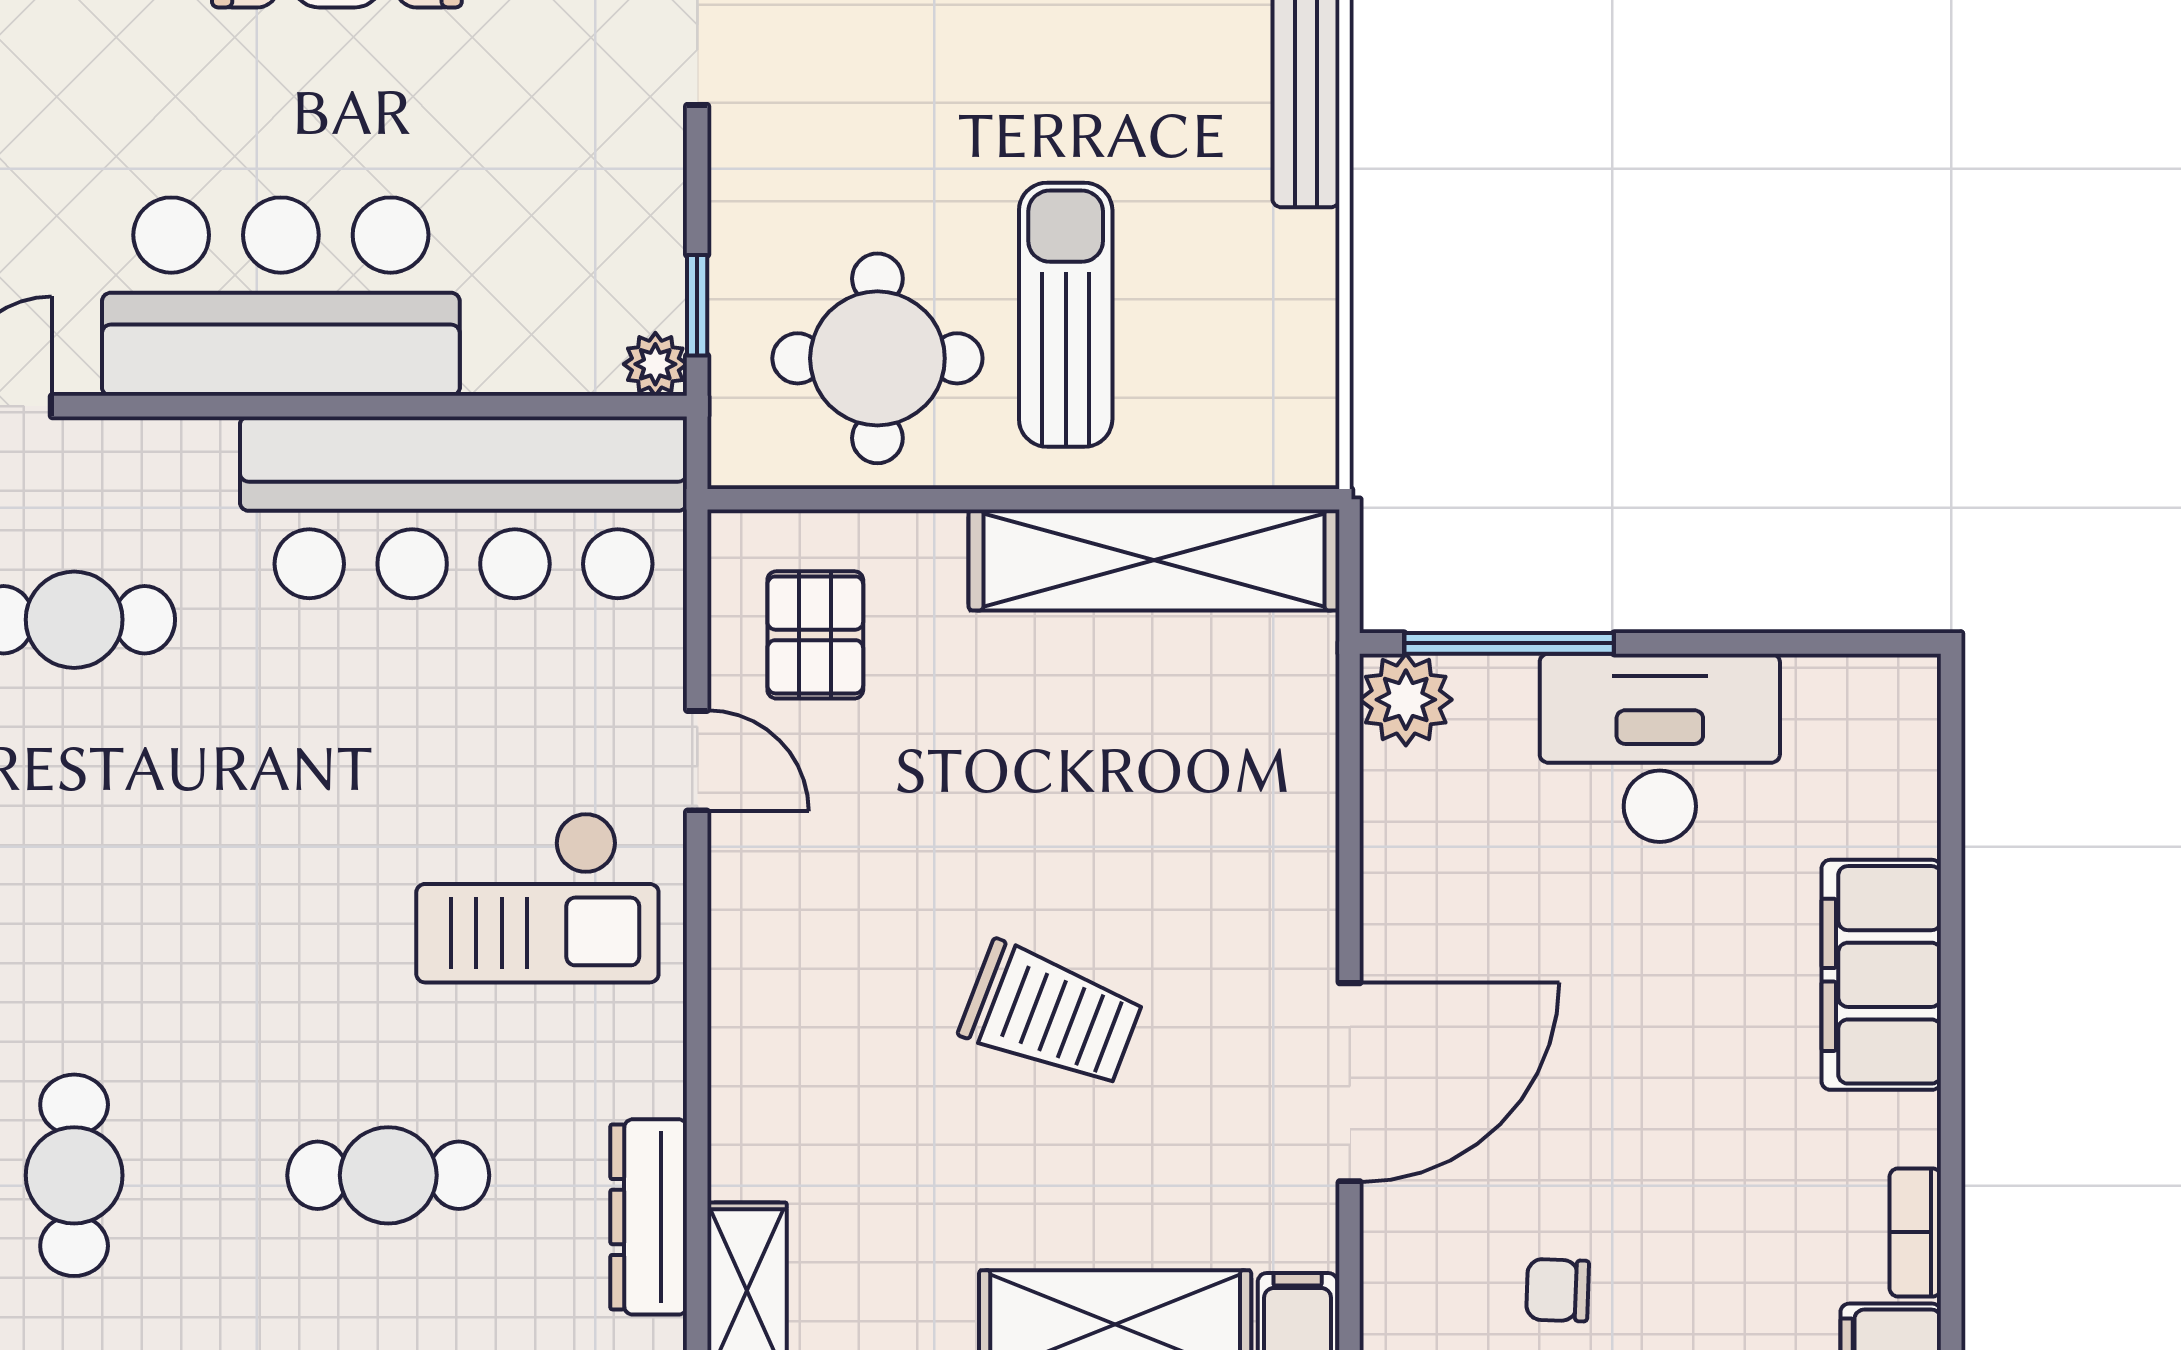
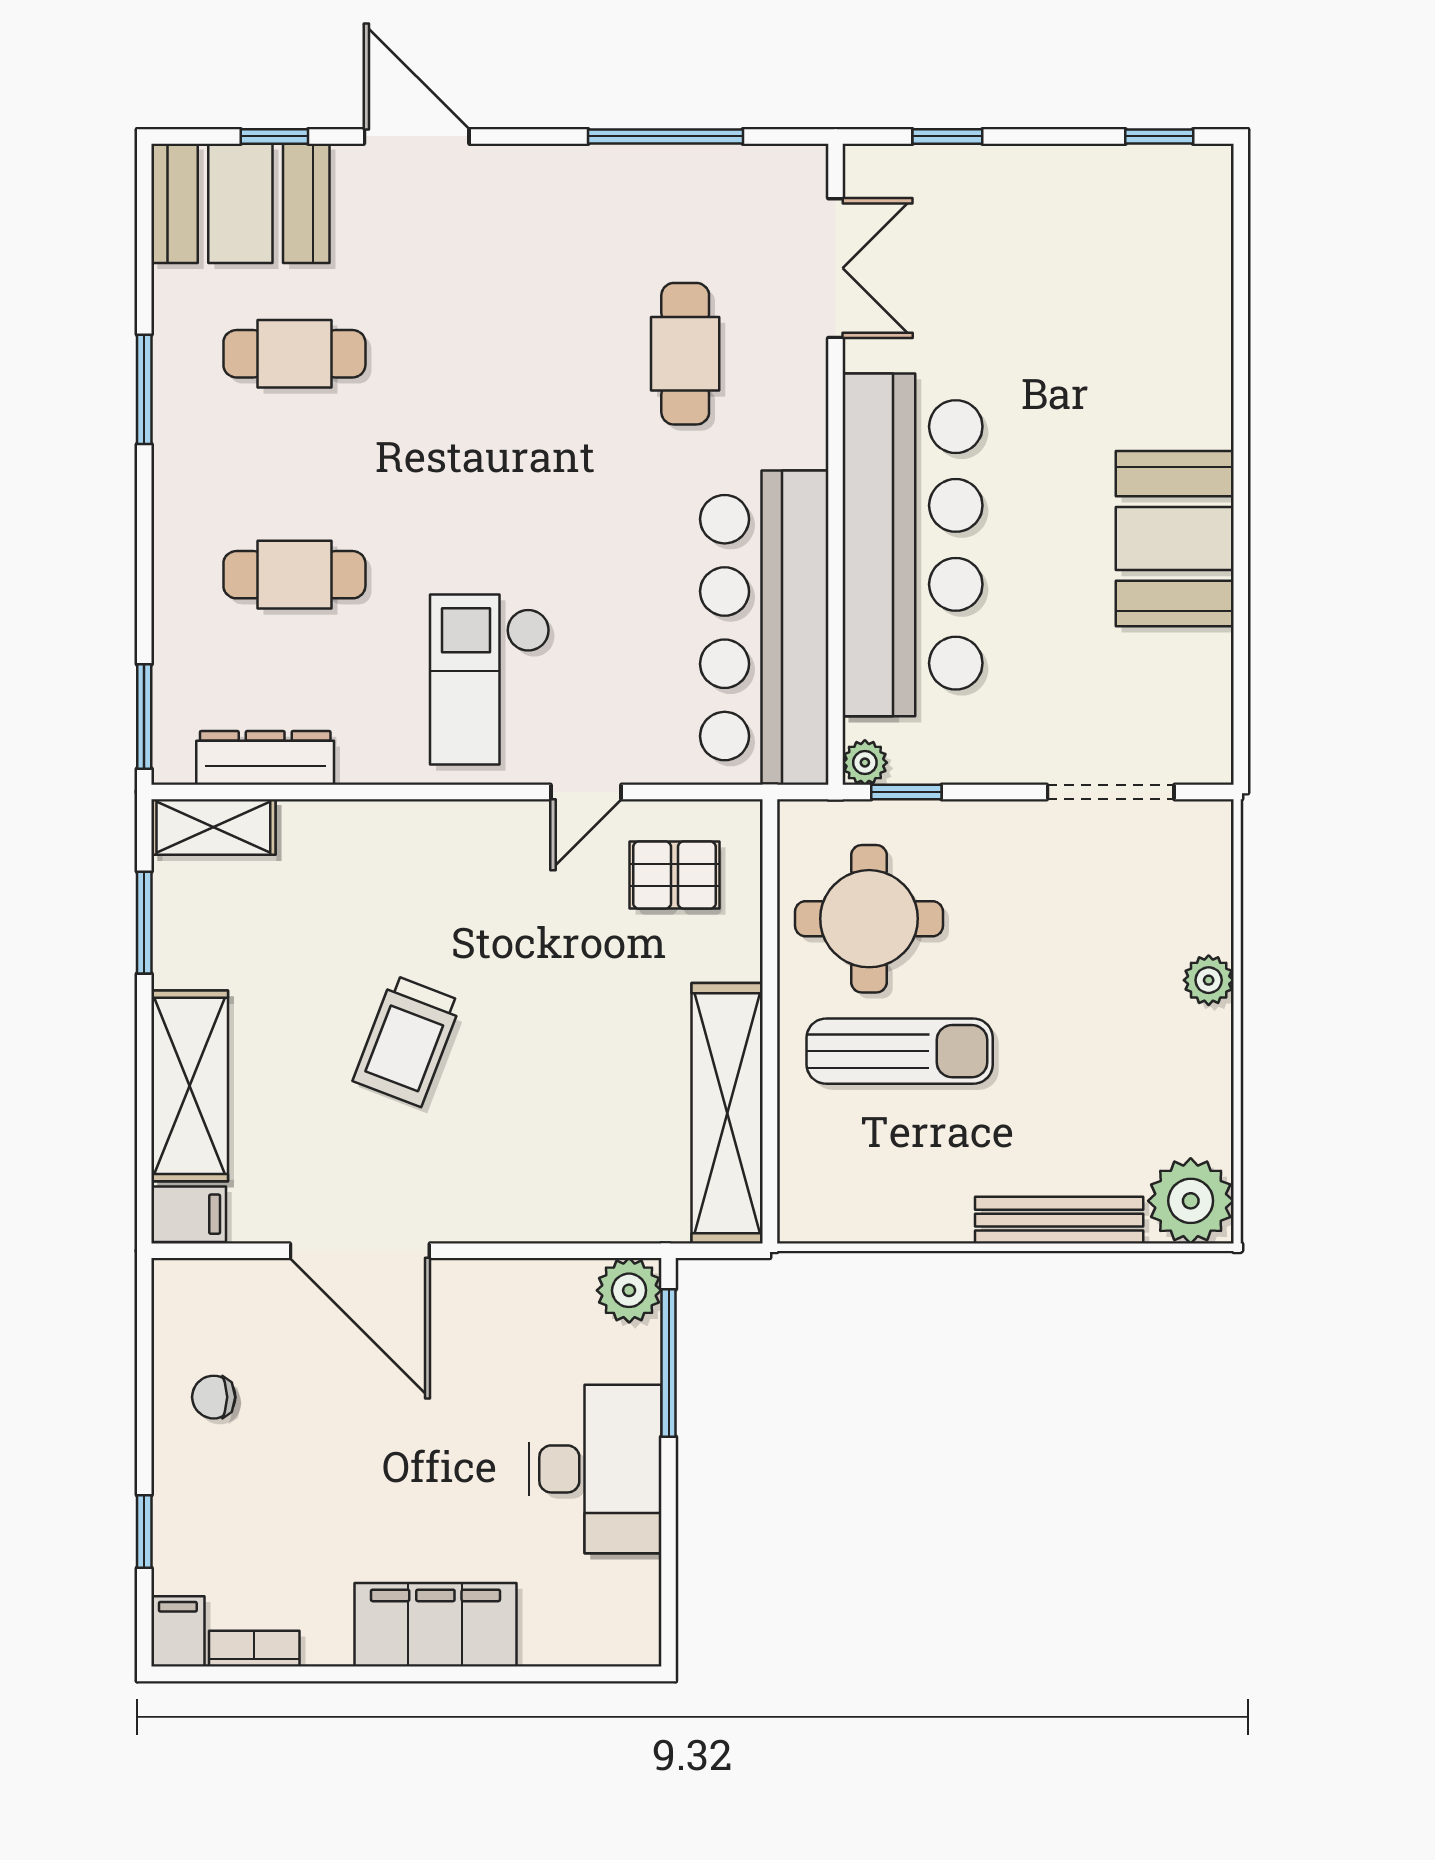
bar counter: (281, 297) -> (912, 545), width x1.36
cafe table: (388, 1175) -> (294, 575), turned 90
chair: (1558, 1290) -> (214, 1397), turned -92

